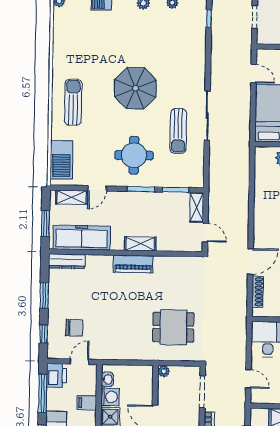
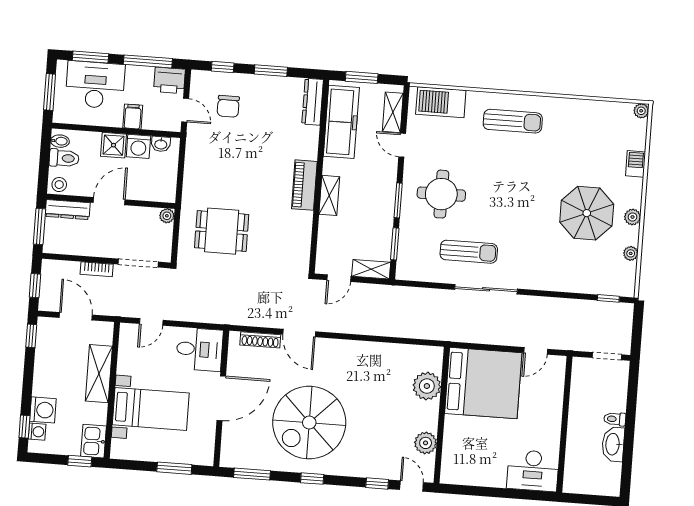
parasol: (135, 88) -> (587, 213), moved
sun lounger: (178, 131) -> (469, 252), turned 180
dining table: (173, 327) -> (222, 231), turned 90

